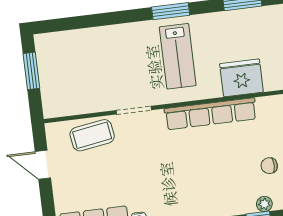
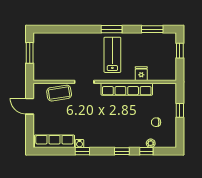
lab bench: (178, 56) -> (112, 55), turned 180
fridge: (241, 78) -> (141, 74), width x0.53, depth x0.75

